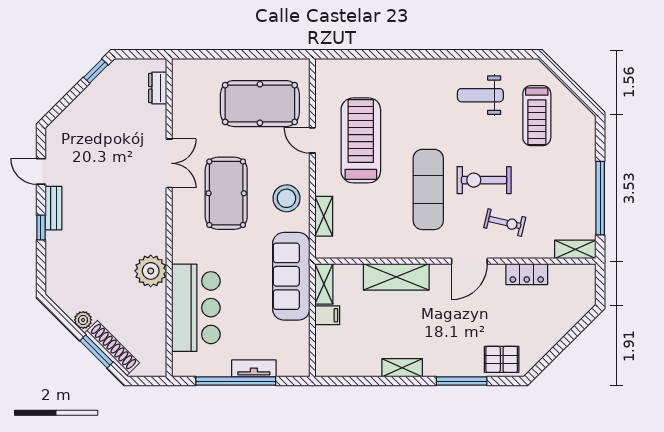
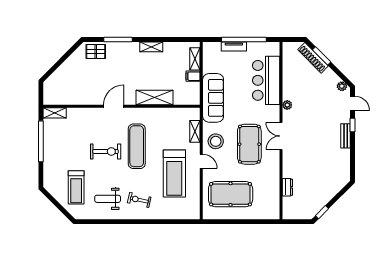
dresser: (158, 88) -> (287, 187), moved
weight bench: (480, 95) -> (108, 199), turned 180
treadmill: (537, 116) -> (76, 187), turned 180
door: (312, 140) -> (201, 161), moved
double door: (169, 163) -> (281, 136), moved
door: (41, 171) -> (353, 103), moved
exercise bike: (505, 222) -> (139, 200), moved
plant: (151, 271) -> (287, 105), width x0.53, depth x0.53
locker: (527, 274) -> (82, 99), removed
shelving: (324, 284) -> (195, 59), moved
plant: (83, 320) -> (342, 86), moved

